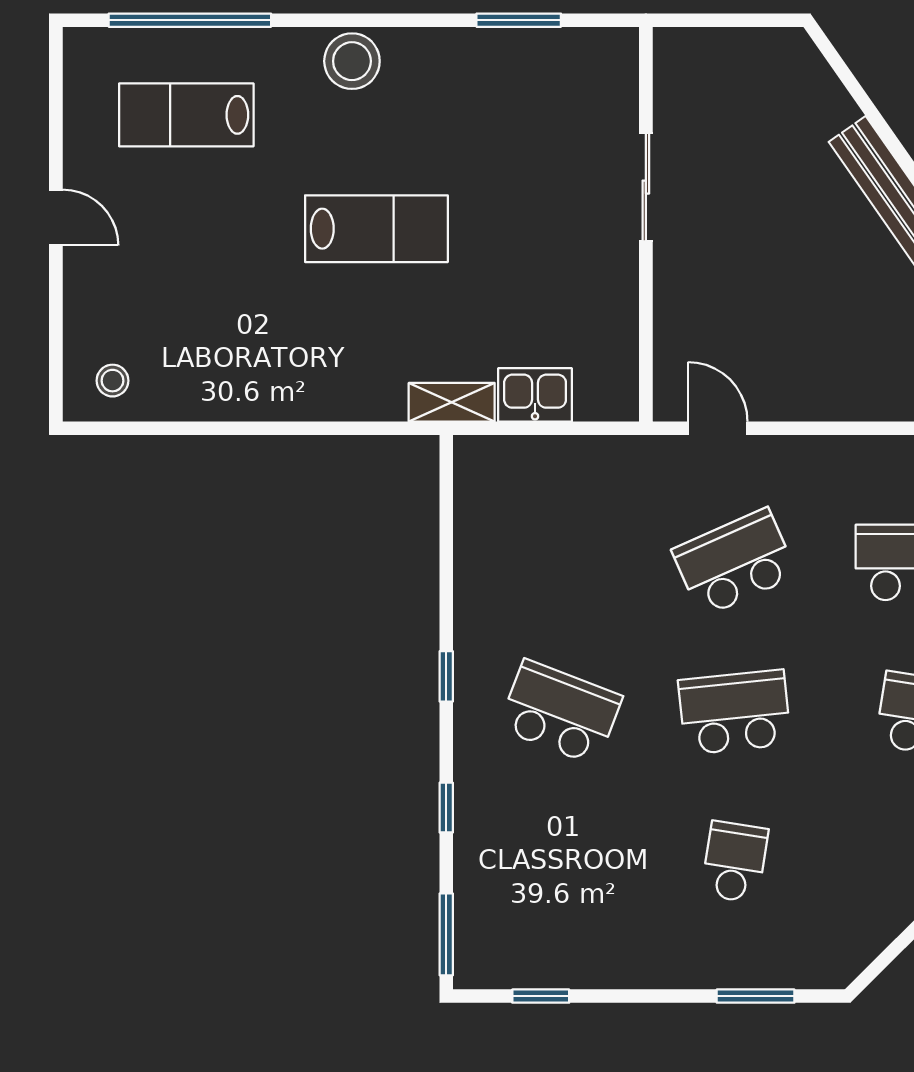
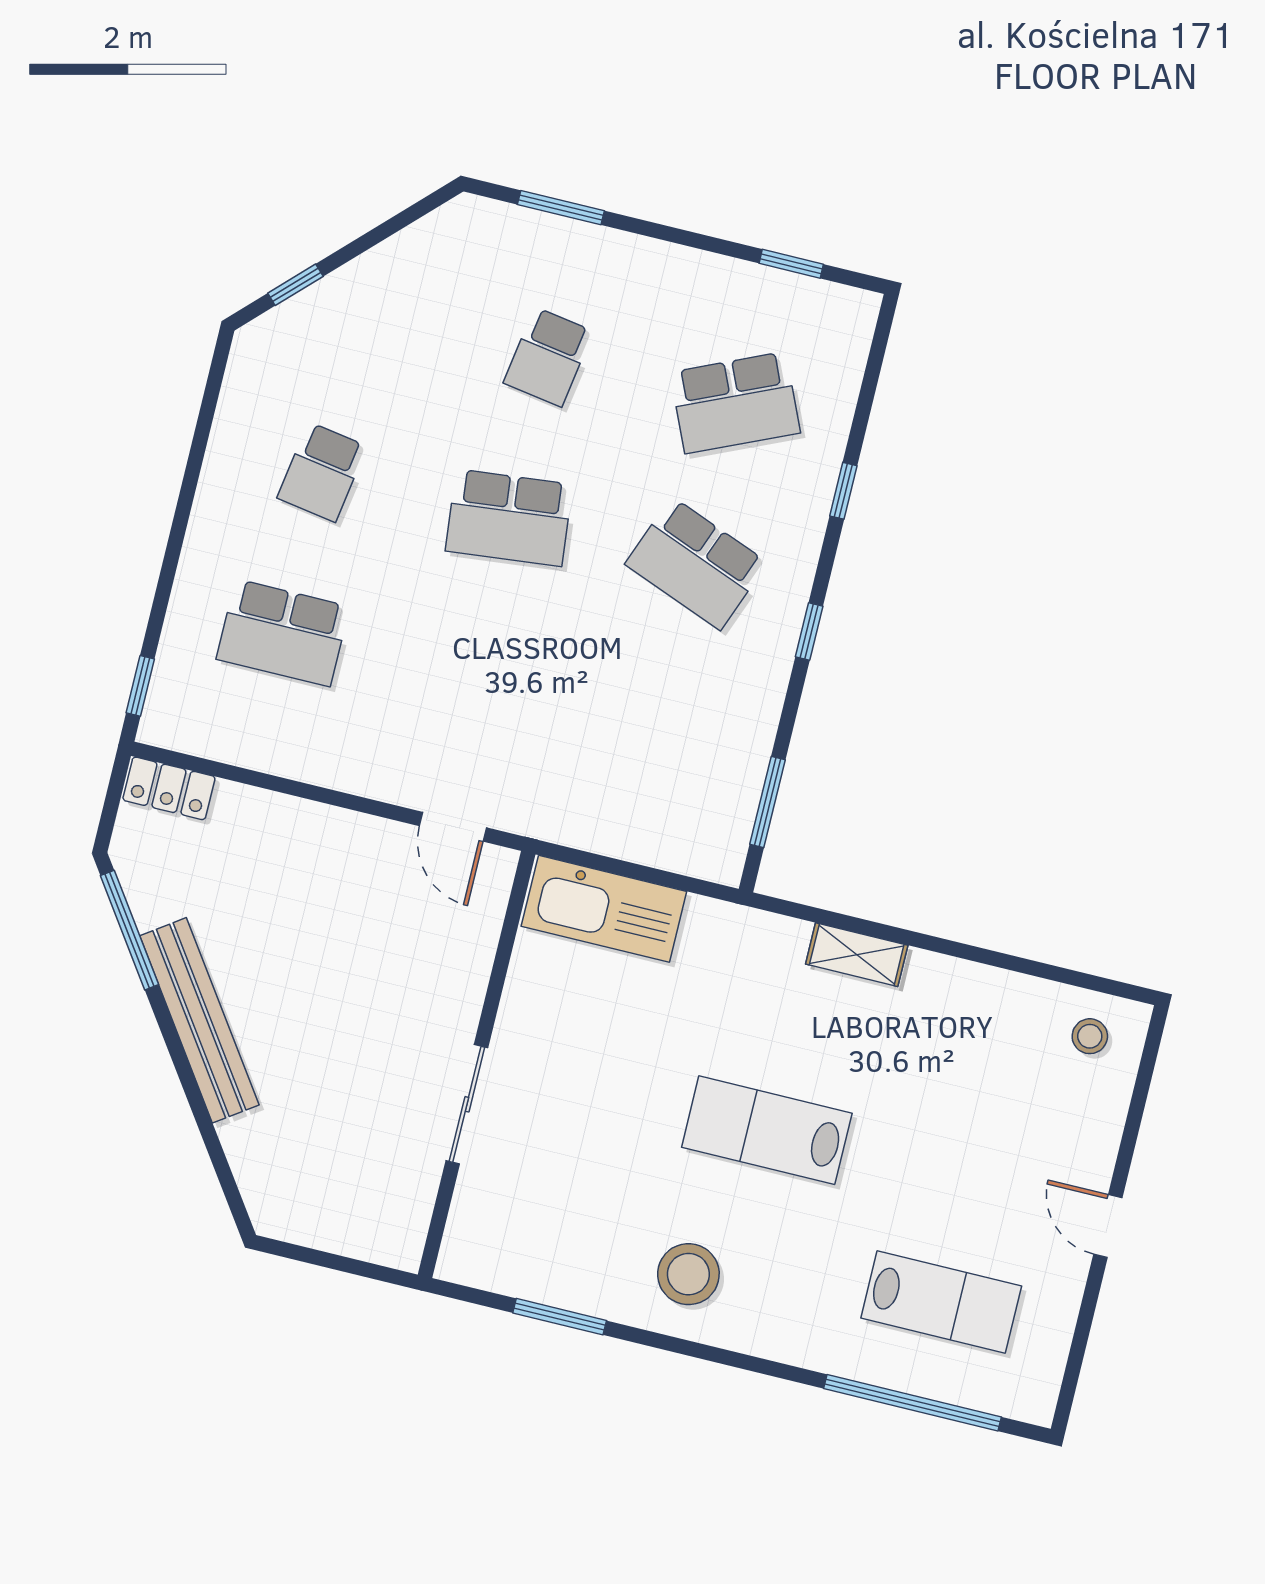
stool: (352, 61) -> (688, 1274), moved
kitchen sink: (535, 395) -> (604, 909), width x1.87, depth x1.24
shelving: (452, 402) -> (857, 955), moved
school desk: (735, 562) -> (735, 403), moved
window: (446, 934) -> (768, 802), moved

